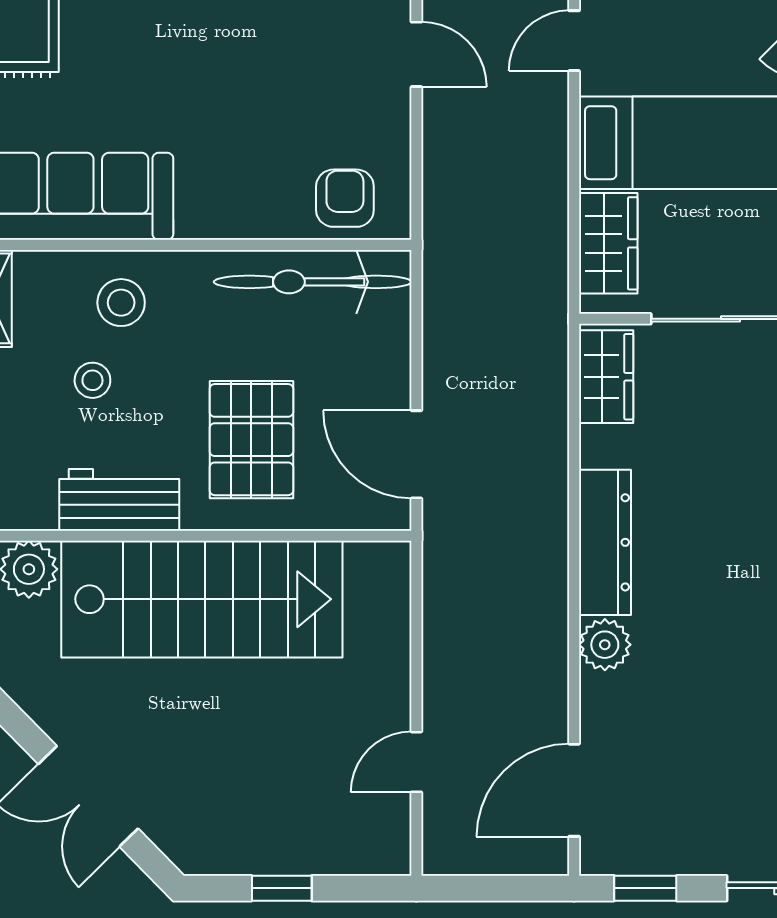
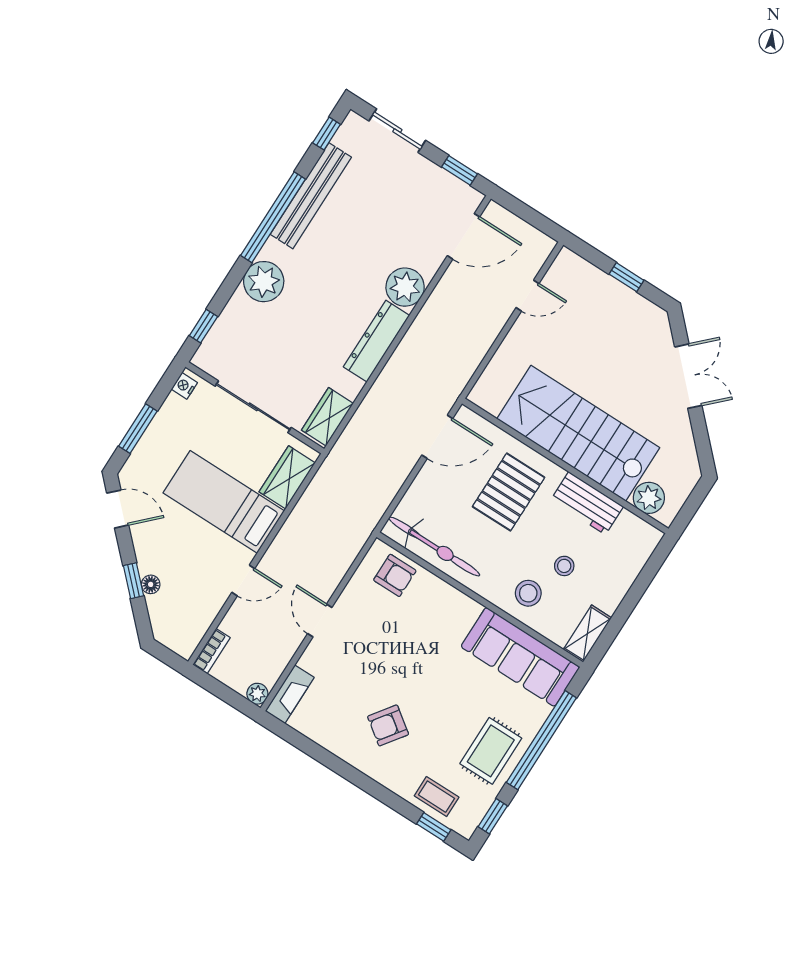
armchair: (345, 198) -> (395, 575), turned -90
door: (416, 454) -> (437, 437), hinge flipped
plant: (605, 645) -> (405, 287), width x1.36, depth x1.36

